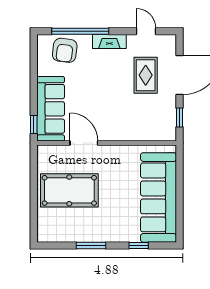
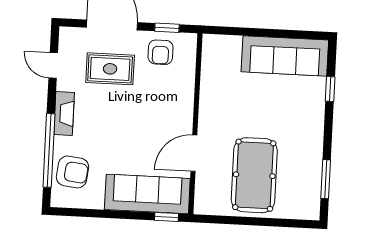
door: (146, 31) -> (53, 65), hinge flipped
armchair: (160, 113) -> (161, 52), added
sofa: (159, 197) -> (285, 56), width x0.74, depth x0.79
window: (91, 245) -> (326, 179), moved

